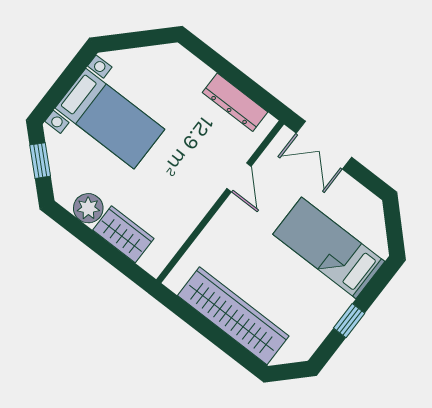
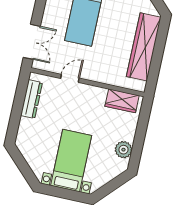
window: (40, 161) -> (110, 187), removed
wardrobe: (123, 234) -> (122, 101), moved, turned -90

